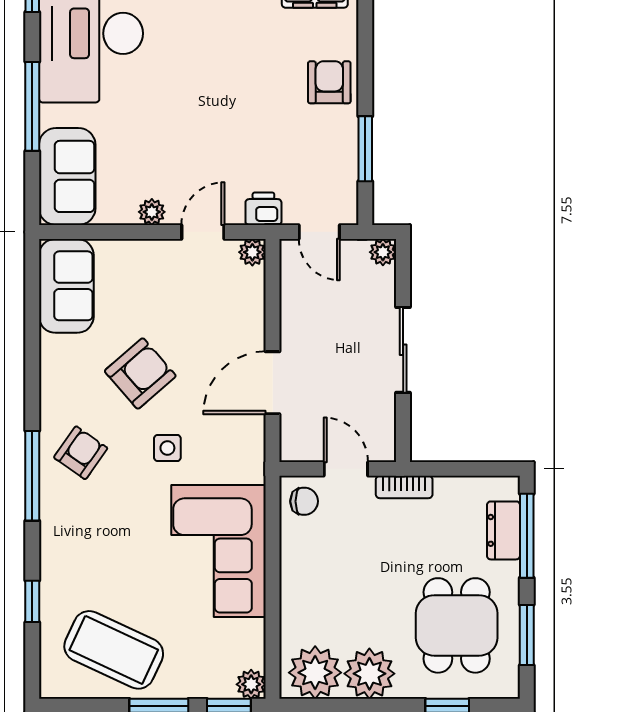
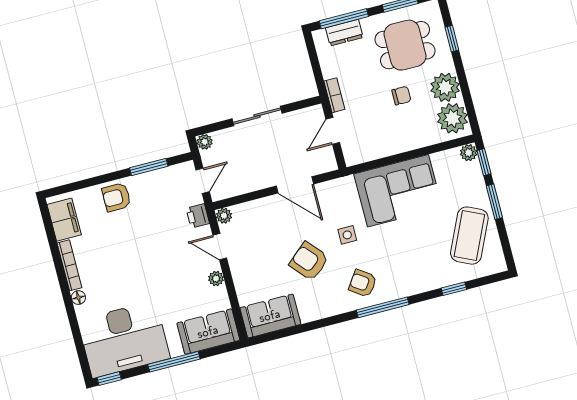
chair: (304, 501) -> (401, 96), moved, turned 90

